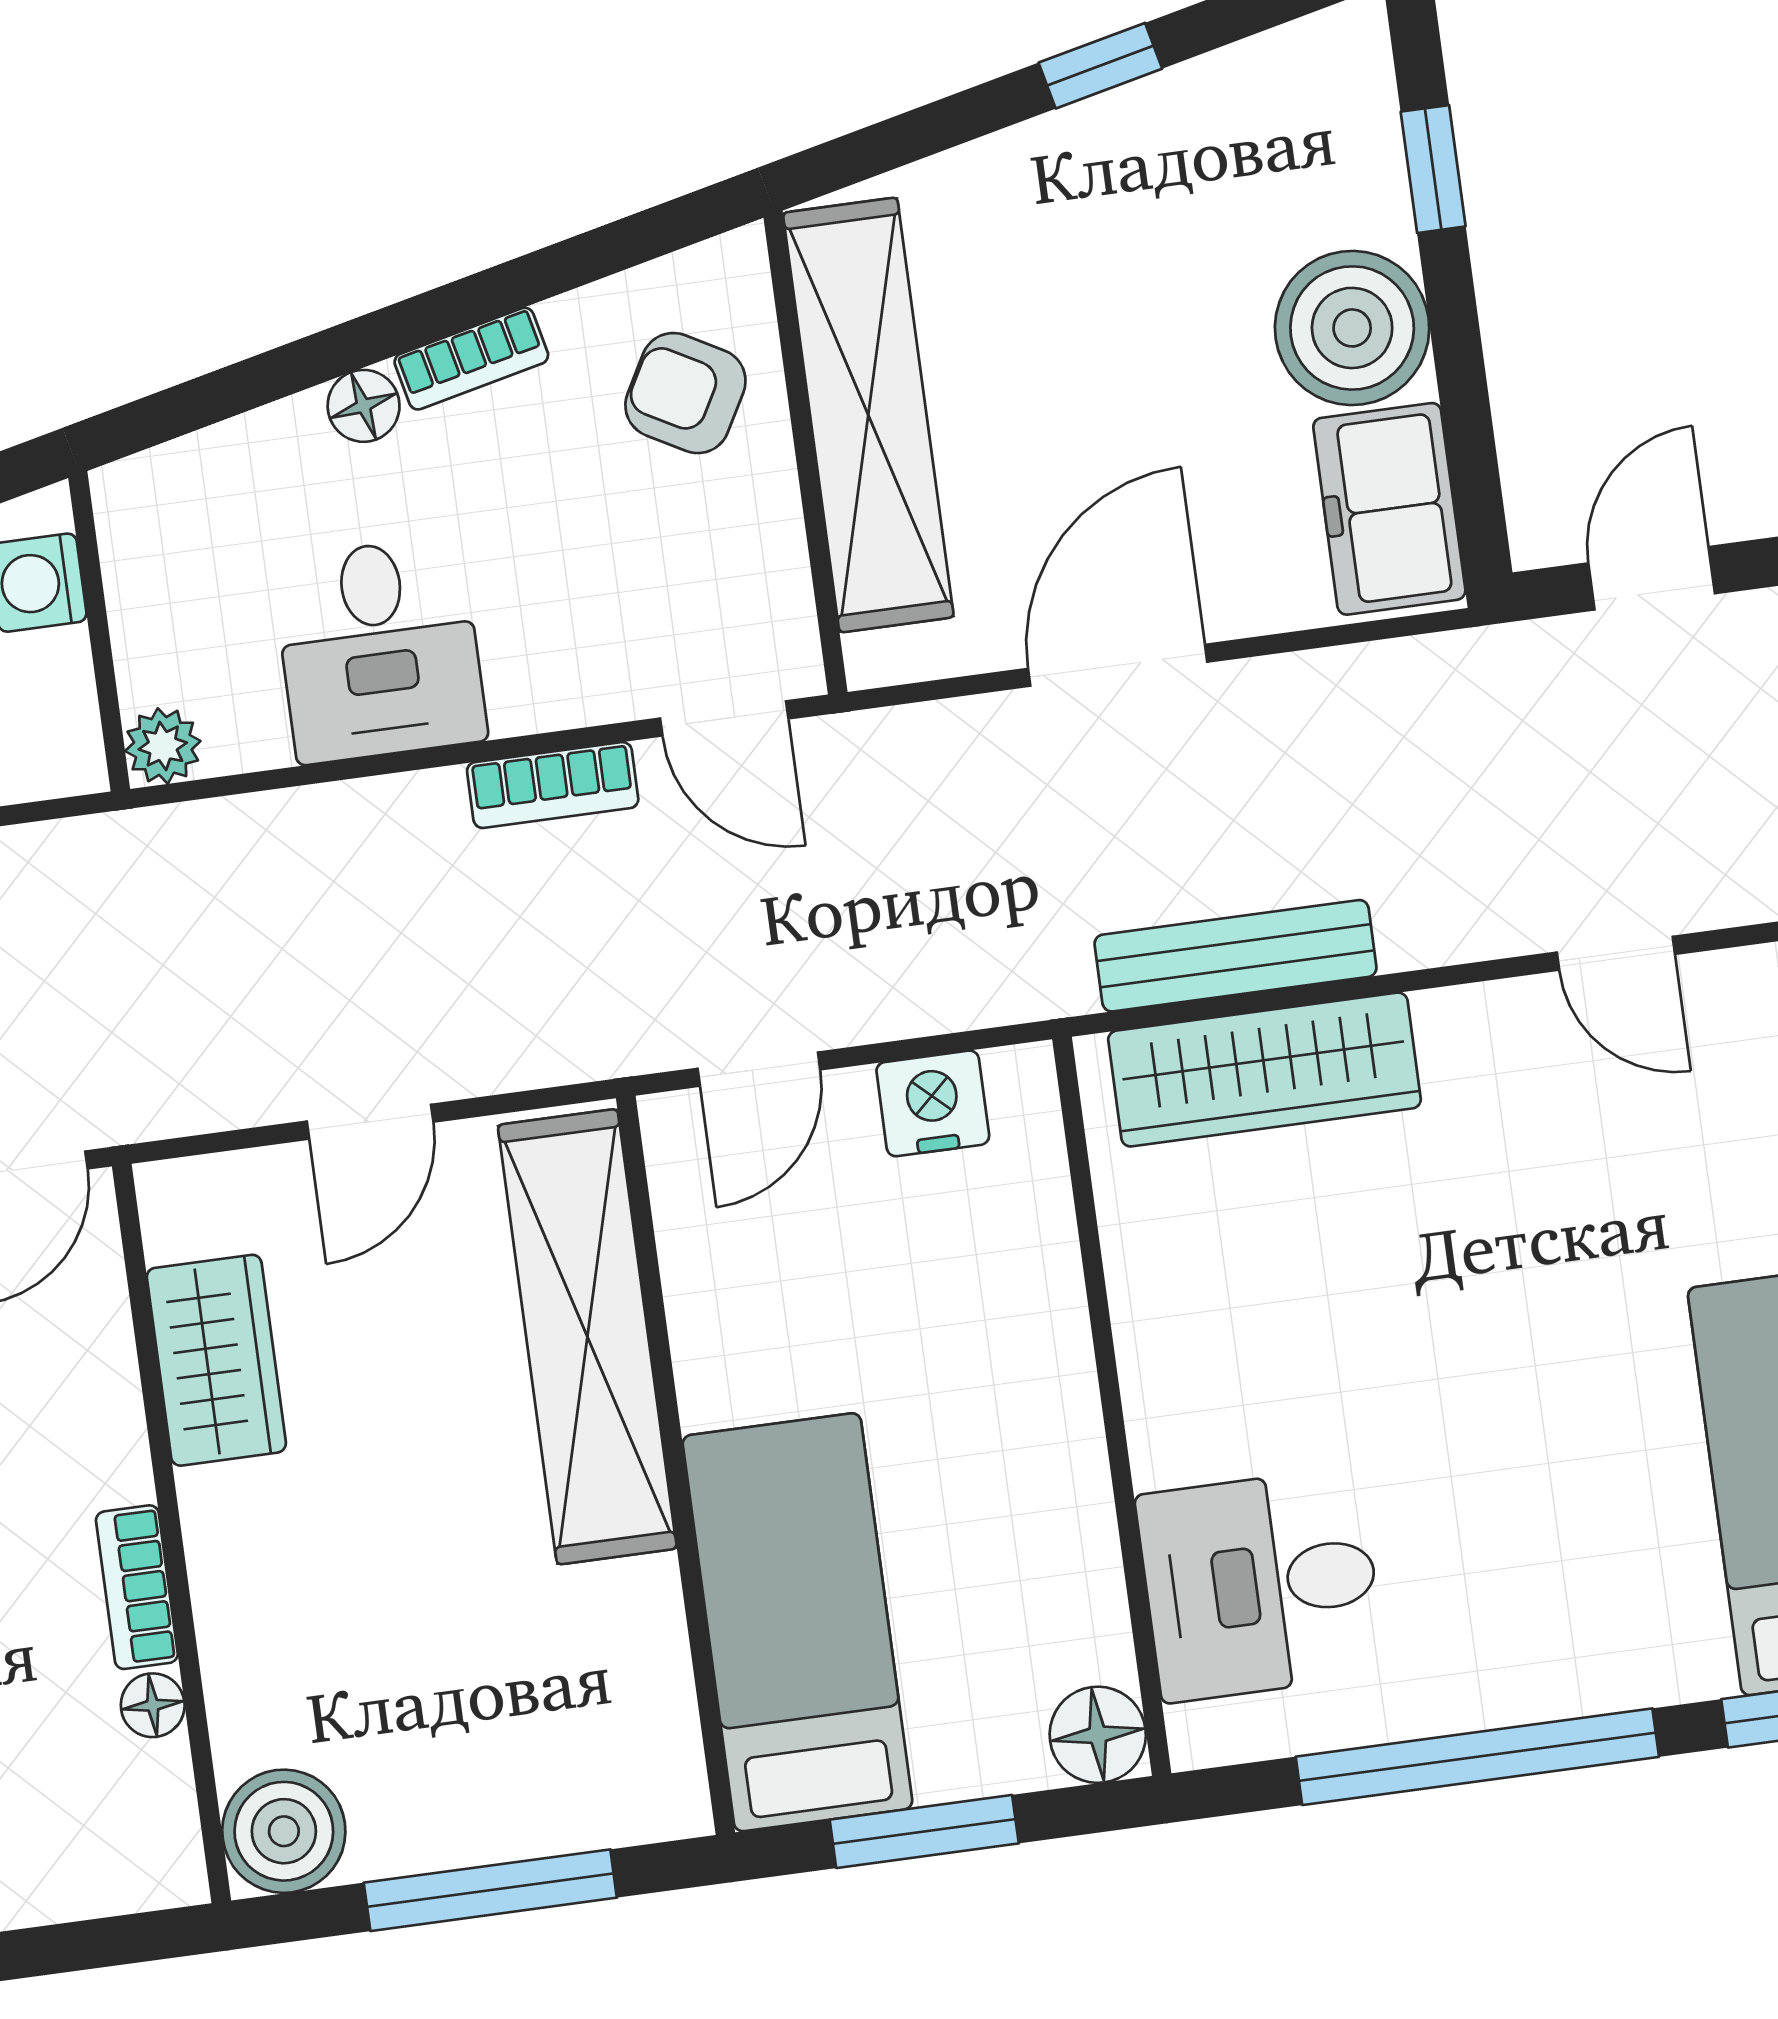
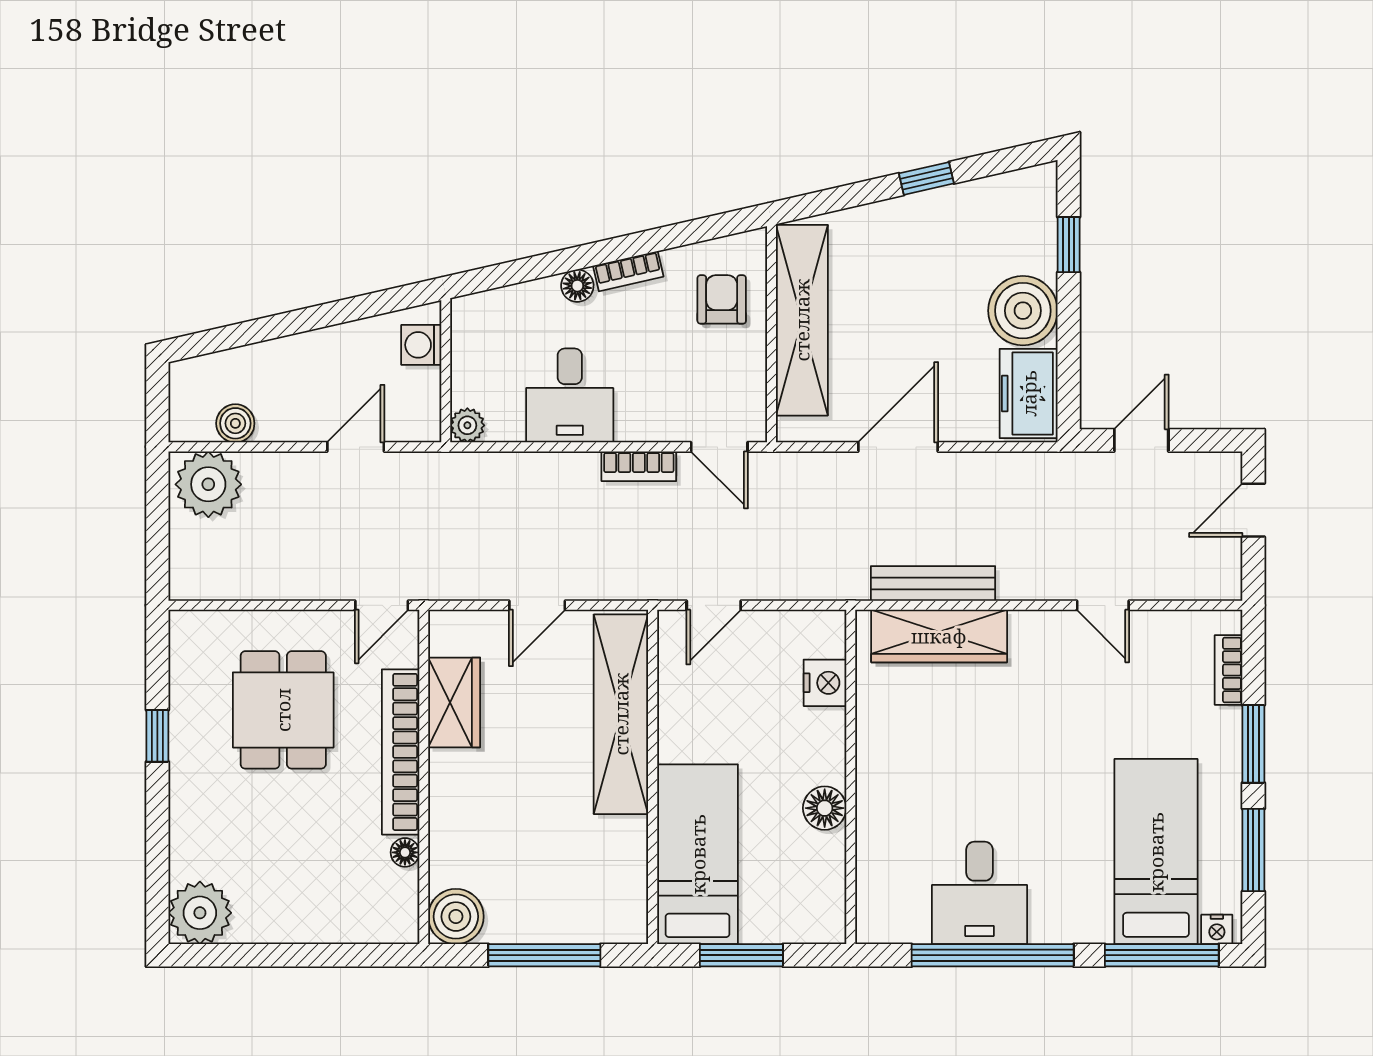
armchair: (685, 393) -> (722, 299), turned 61
nightstand: (933, 1103) -> (825, 683), moved, turned 90
desk: (1261, 1585) -> (979, 893), moved, turned -90
bookcase: (137, 1587) -> (401, 752), width x2.31, depth x1.31
floor lamp: (1098, 1735) -> (825, 808), moved

